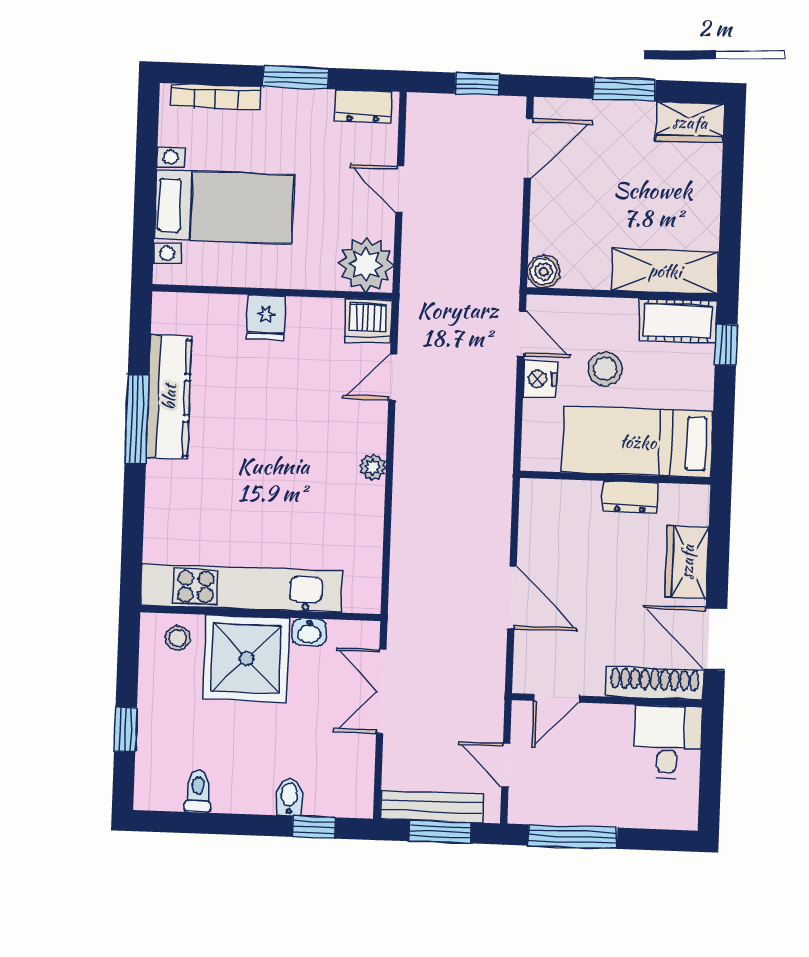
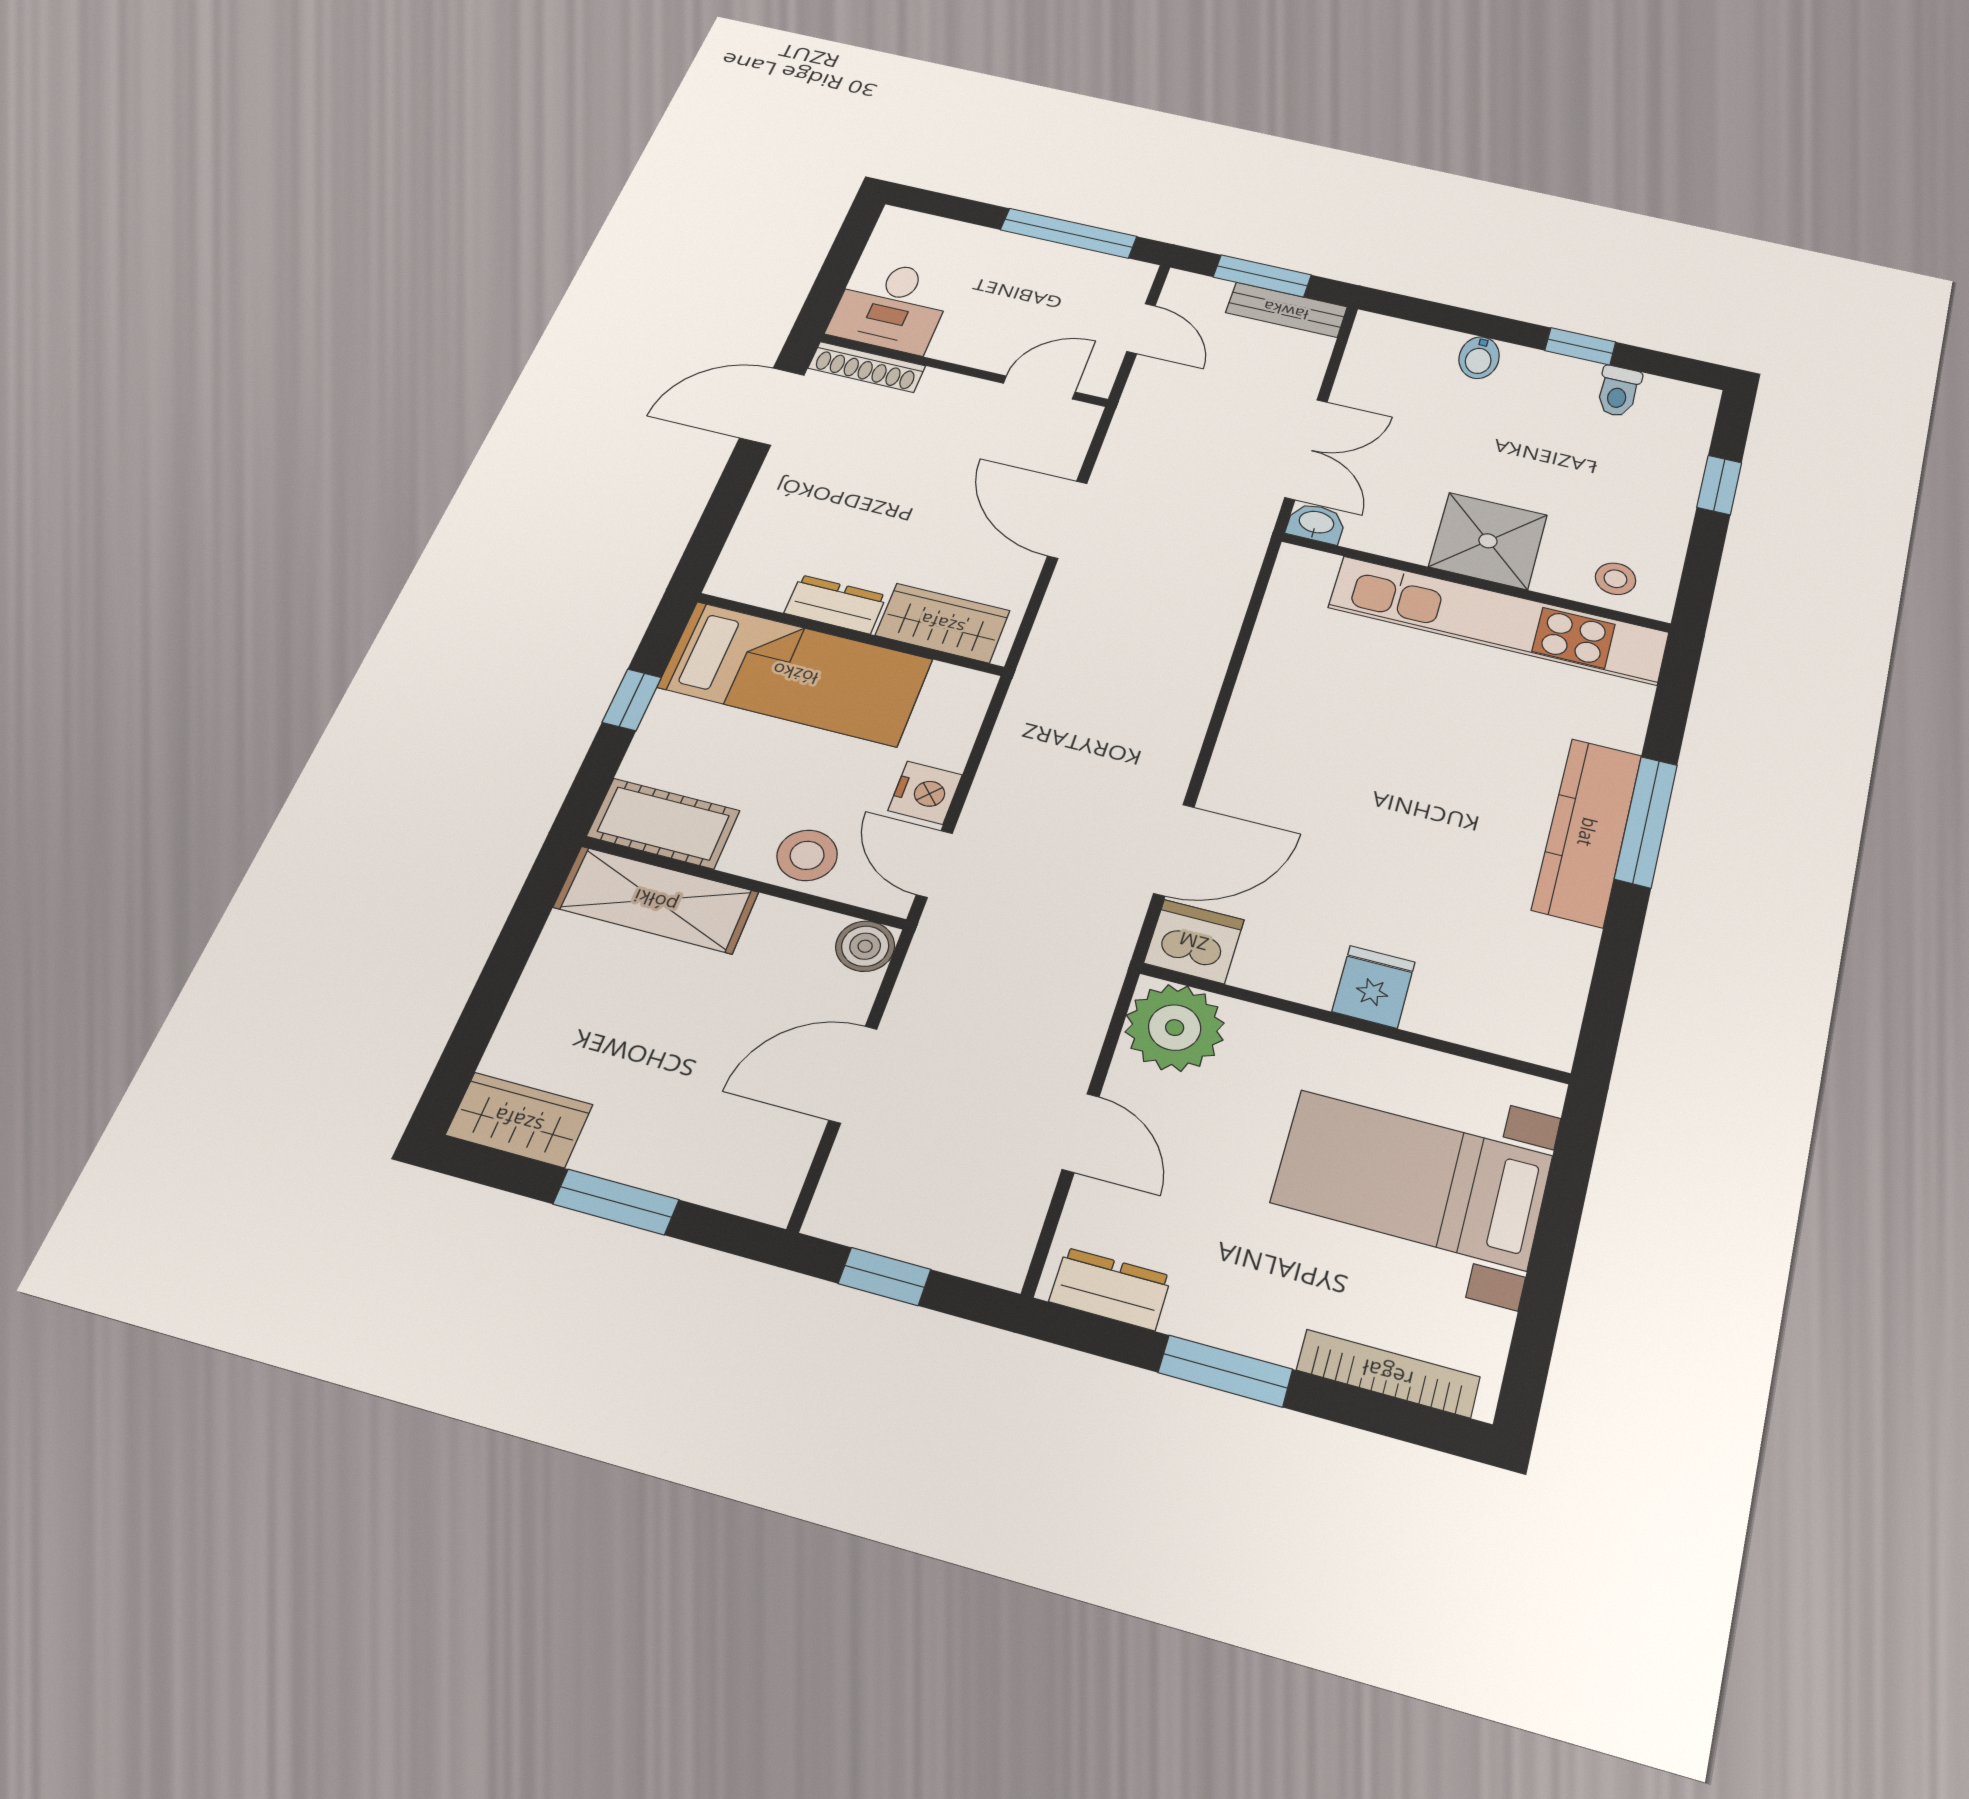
door: (528, 148) -> (853, 1074), moved
window: (726, 345) -> (632, 700), moved
stool: (605, 369) -> (807, 855), moved
door: (393, 377) -> (1174, 850), width x1.38
kitchen counter: (169, 397) -> (1587, 832), moved
window: (137, 419) -> (1646, 822), moved
plant: (373, 467) -> (1243, 733), removed
wardrobe: (687, 562) -> (943, 623), moved, turned -90
washbasin: (309, 632) -> (1316, 523), moved
door: (715, 639) -> (772, 406), swing flipped
shower: (246, 658) -> (1488, 541), width x0.73, depth x0.73
shoe rack: (655, 683) -> (867, 367), width x0.74, depth x0.81
bench: (432, 807) -> (1286, 310), width x0.73
window: (314, 827) -> (1580, 346), moved

